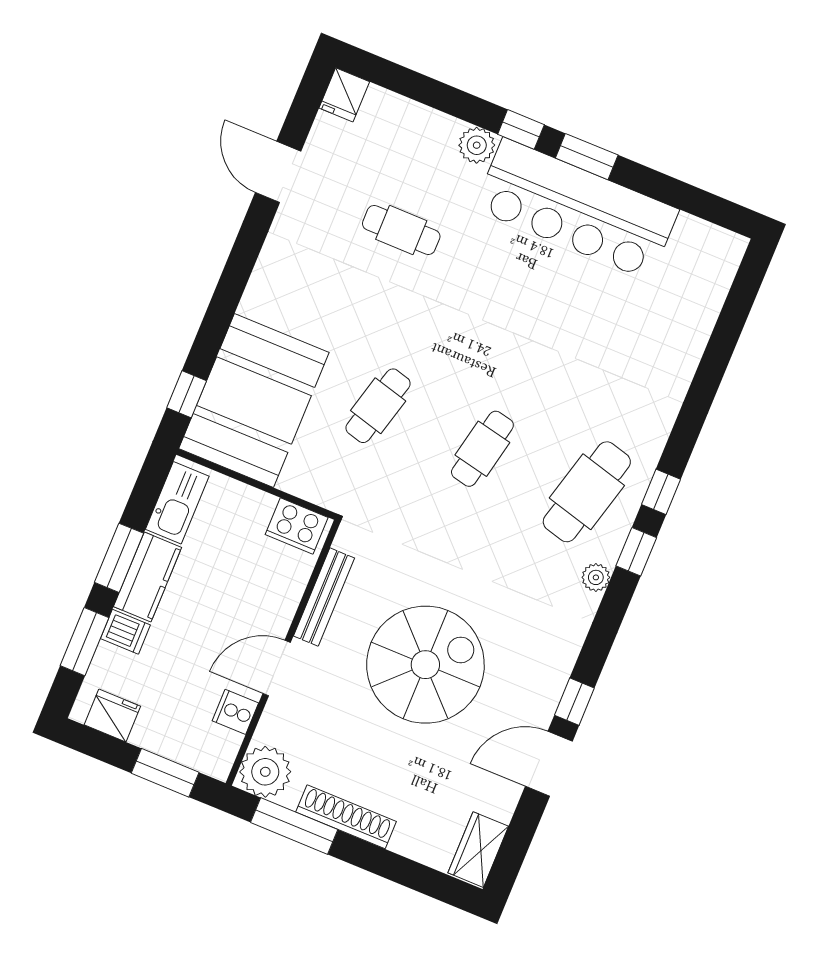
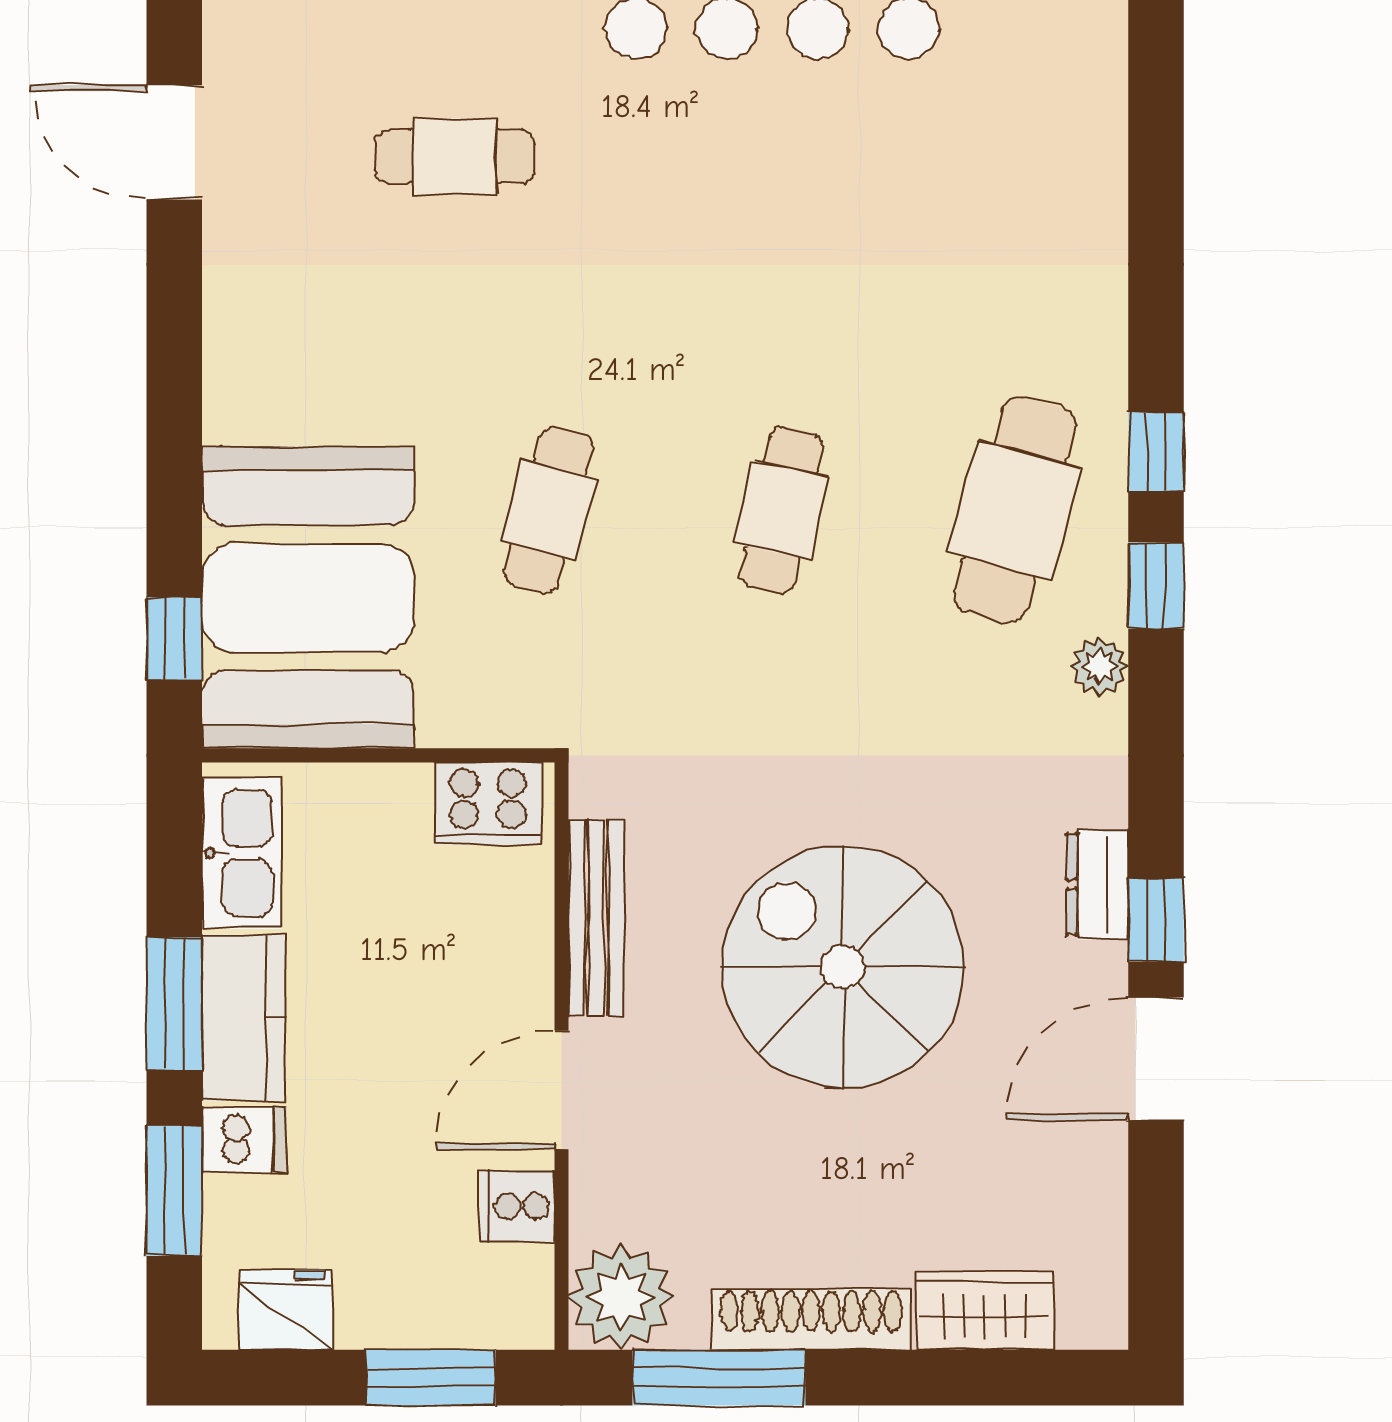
spiral stairs: (425, 665) -> (843, 967), turned -90
dresser: (555, 675) -> (1097, 884), added
wardrobe: (478, 850) -> (985, 1310), moved, turned 90

